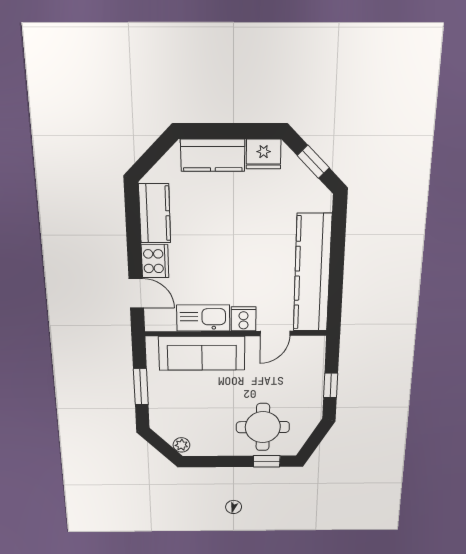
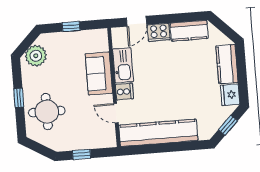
sofa: (202, 353) -> (99, 74), width x0.73
window: (141, 387) -> (71, 27), width x0.67
plant: (181, 445) -> (36, 56), width x1.88, depth x1.88
window: (267, 461) -> (19, 98), moved

